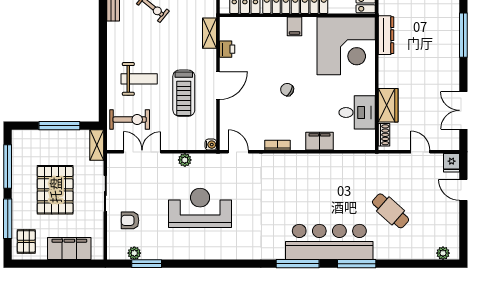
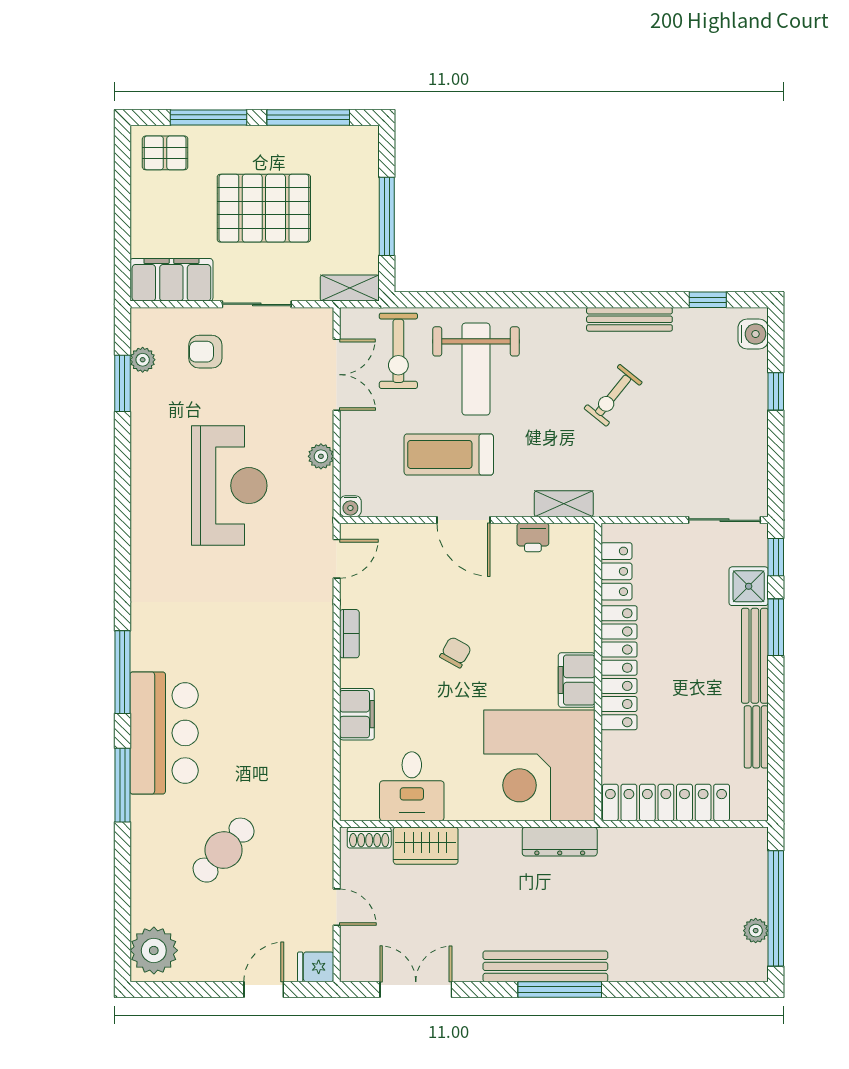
filing cabinet: (294, 26) -> (577, 680), width x2.00
bench: (451, 43) -> (545, 966), added
weight bench: (139, 79) -> (476, 369), width x1.36, depth x1.33
door: (420, 152) -> (337, 907), hinge flipped
armchair: (130, 220) -> (205, 352), turned -90
bar counter: (329, 242) -> (164, 733), width x0.73
filing cabinet: (69, 249) -> (171, 280), moved, turned -90
plant: (443, 253) -> (154, 950), width x1.88, depth x1.88

